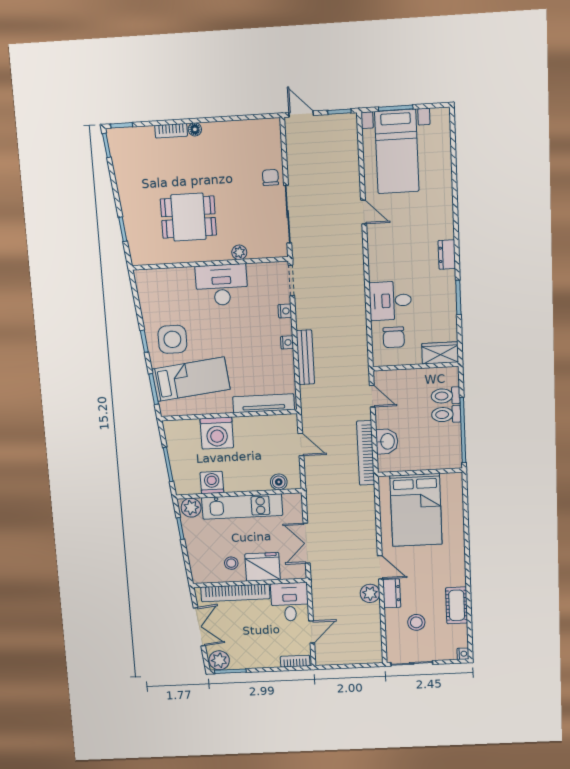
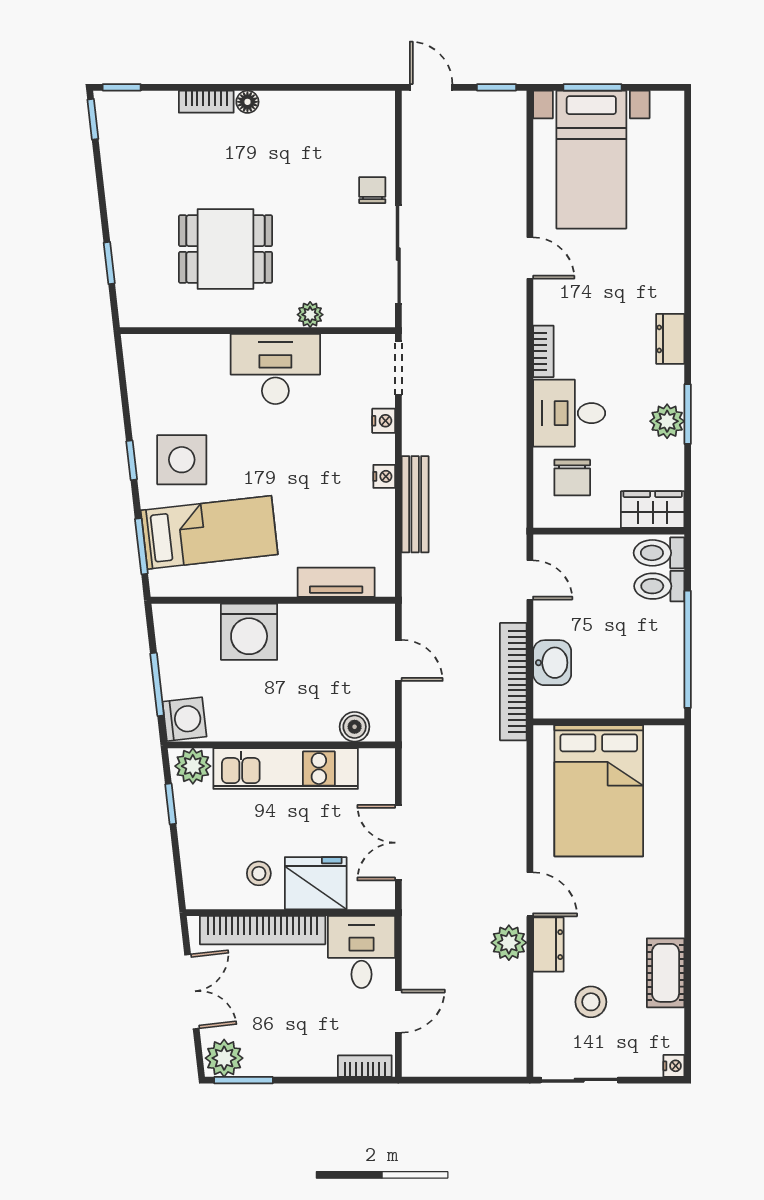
bookcase: (374, 266) -> (543, 351), added
plant: (447, 302) -> (667, 421), added
tv unit: (264, 403) -> (336, 582), width x0.71
toilet: (446, 414) -> (659, 553), moved
washing machine: (212, 483) -> (184, 719), moved, turned 84

